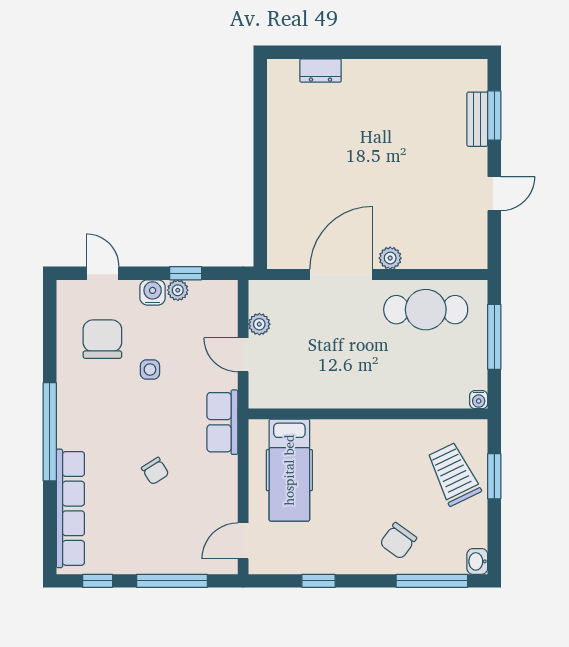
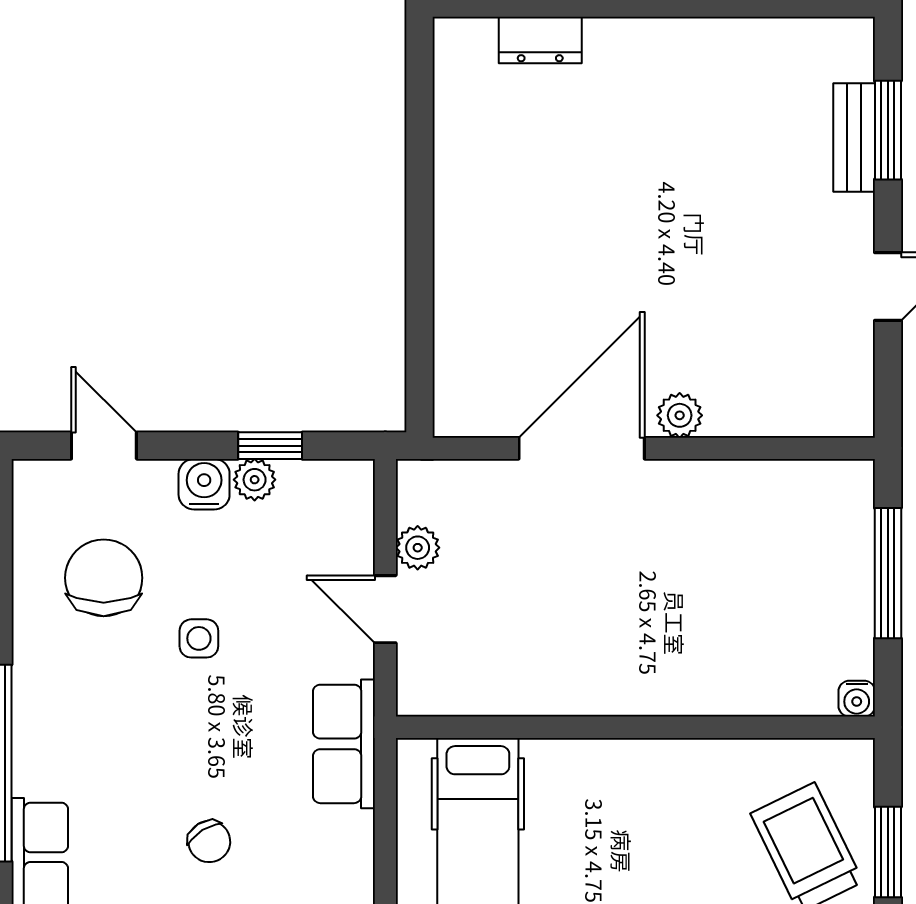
cafe table: (426, 310) -> (751, 519), removed

